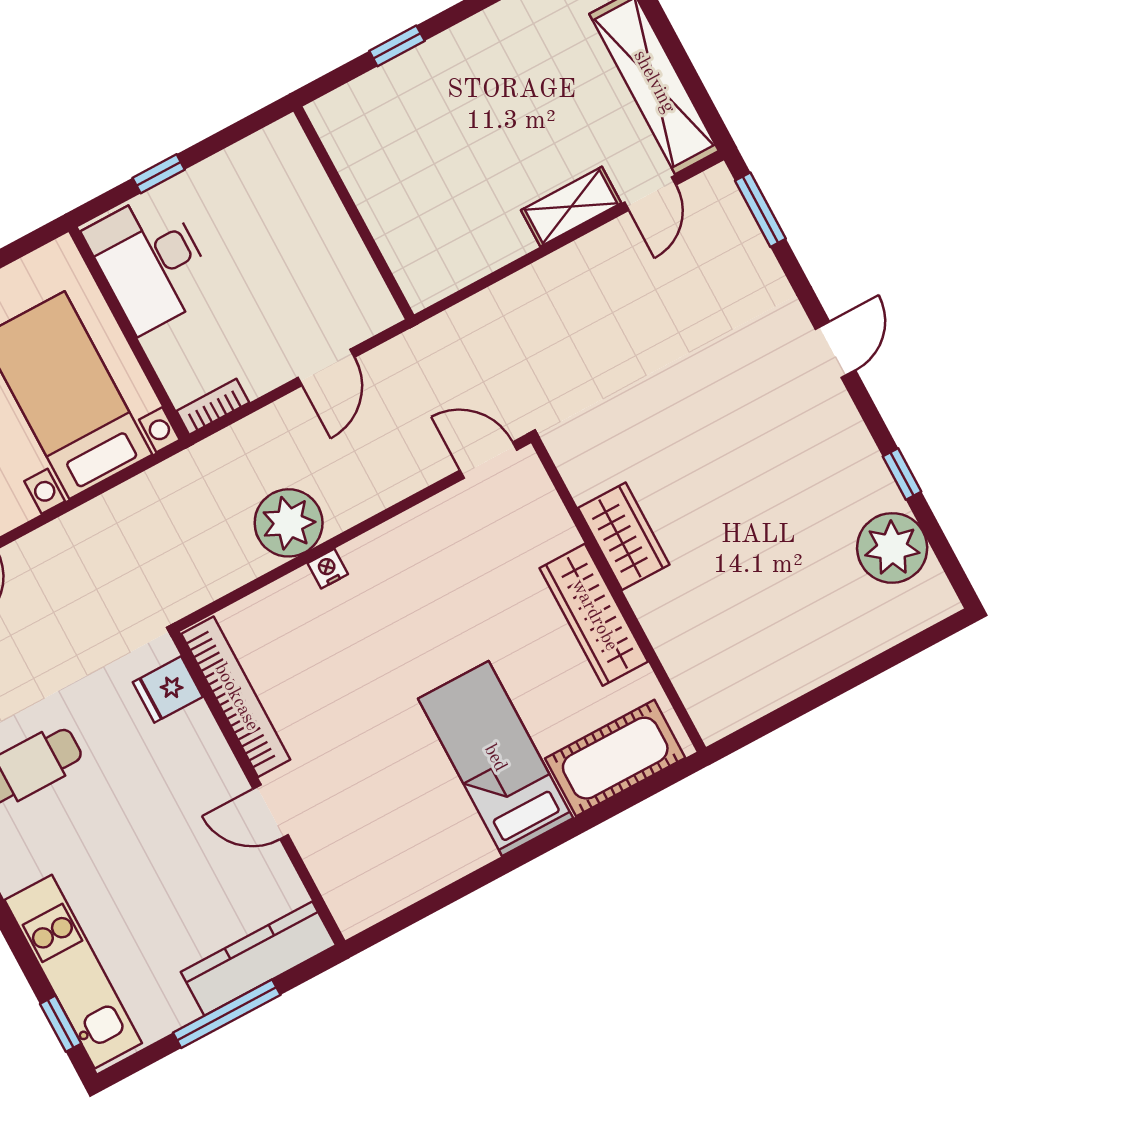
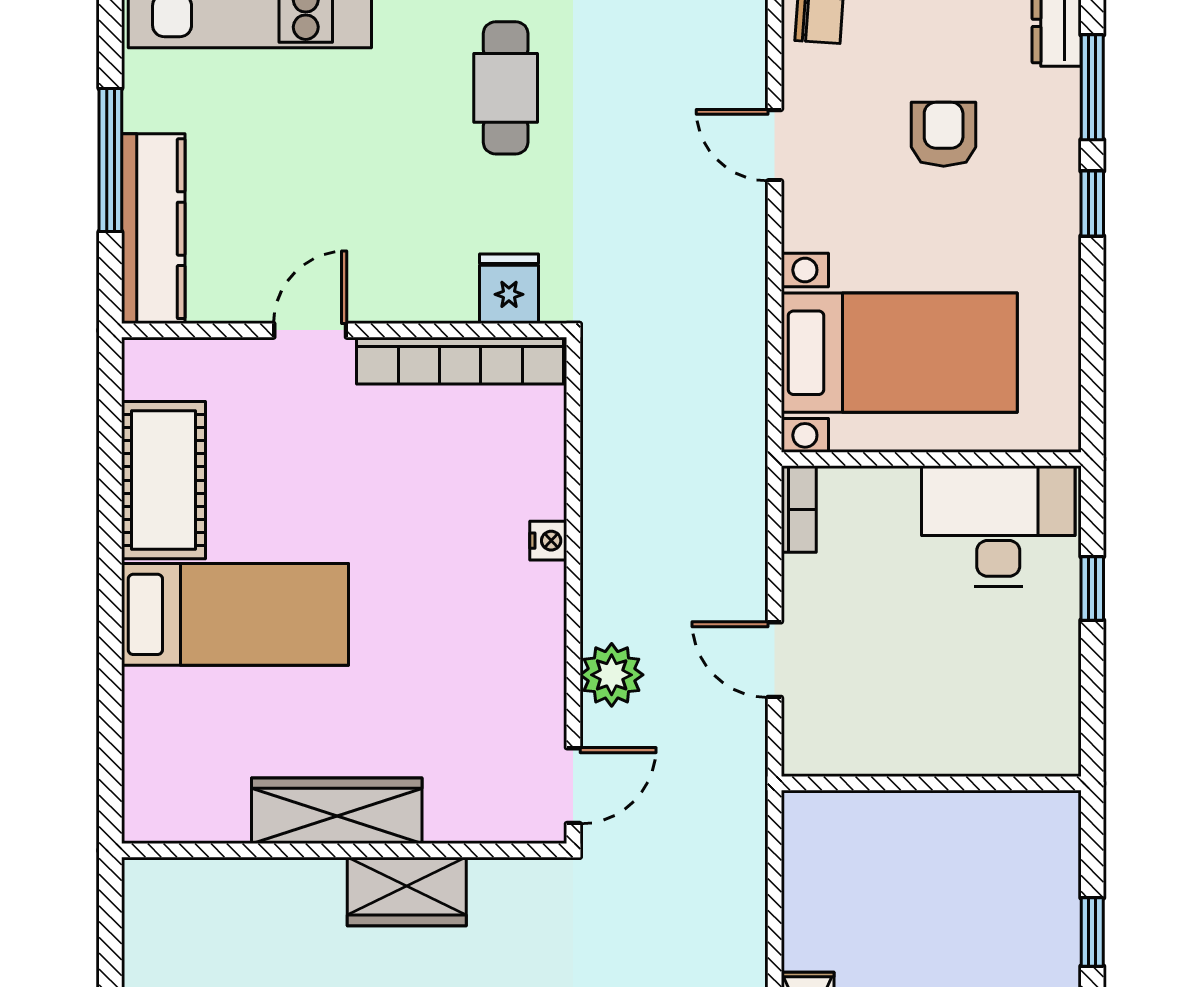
plant: (289, 523) -> (612, 675), moved, width x0.73, depth x0.73
cot: (615, 758) -> (163, 480), moved

